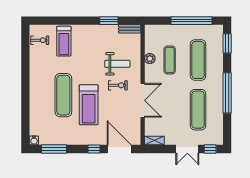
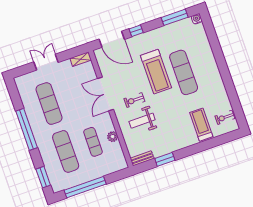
treadmill: (89, 105) -> (156, 72), turned 180
window: (210, 149) -> (24, 70), removed

